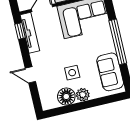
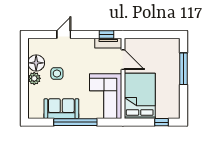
tv unit: (30, 33) -> (108, 43), width x0.71
sofa: (110, 72) -> (61, 109), moved

